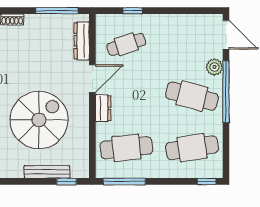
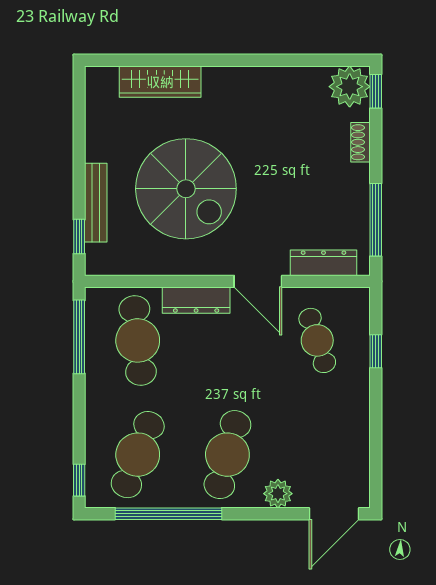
window: (226, 92) -> (168, 514), moved
dresser: (103, 108) -> (196, 300), width x1.44
cafe table: (192, 148) -> (138, 455), turned 30

